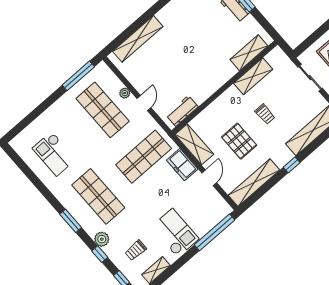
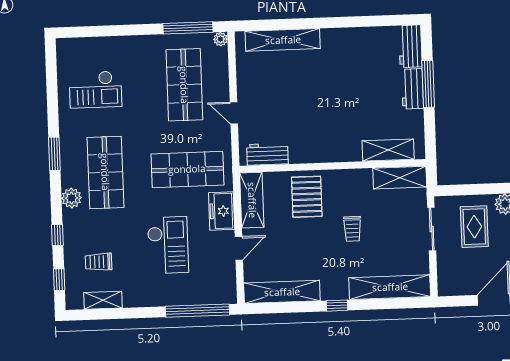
shelving: (253, 76) -> (400, 178), moved
plant: (125, 93) -> (221, 39), moved
door: (144, 103) -> (234, 113), swing flipped
pallet: (239, 141) -> (307, 197), moved
checkout: (54, 154) -> (95, 89), turned -90
window: (71, 221) -> (54, 154), moved
checkout: (175, 233) -> (168, 245), moved
plant: (102, 239) -> (71, 198), moved

